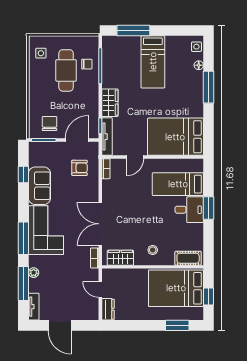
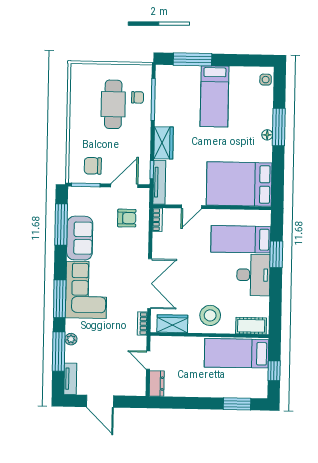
side table: (41, 53) -> (84, 84), removed
floor lamp: (199, 65) -> (267, 135), moved
chair: (50, 124) -> (93, 166), turned -90
window: (23, 174) -> (61, 225), width x2.17
window: (208, 208) -> (276, 254), moved
desk: (189, 210) -> (253, 275), width x1.37
double door: (100, 224) -> (150, 284), swing flipped
stool: (153, 250) -> (210, 315), width x1.89, depth x1.89
bed: (176, 288) -> (236, 353), width x0.67

